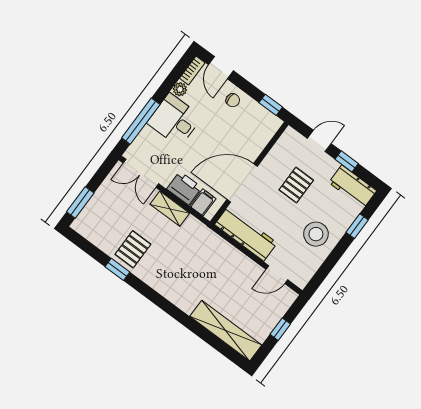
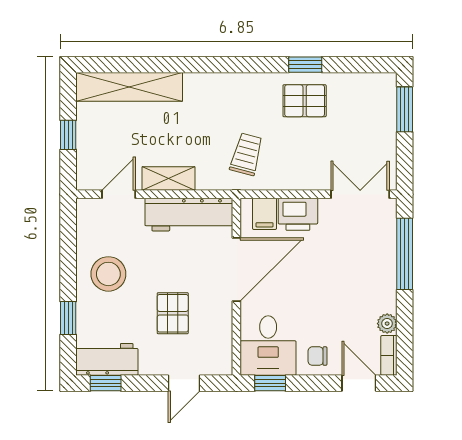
desk: (175, 120) -> (268, 346), moved, turned 90
window: (347, 161) -> (106, 383), moved
shelving: (170, 209) -> (168, 179), moved
trolley: (188, 244) -> (246, 154), added
pallet: (133, 249) -> (305, 101), turned 90

